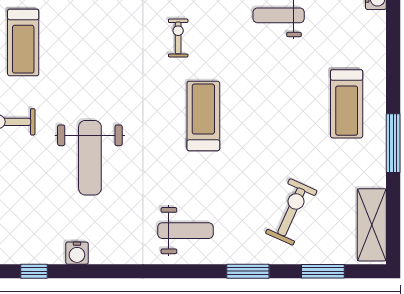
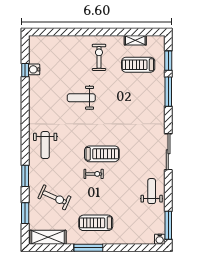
exercise bike: (178, 38) -> (94, 174), moved
treadmill: (347, 104) -> (96, 223), moved
weight bench: (90, 158) -> (81, 98), width x0.73, depth x0.75
water cooler: (77, 253) -> (34, 69), moved

